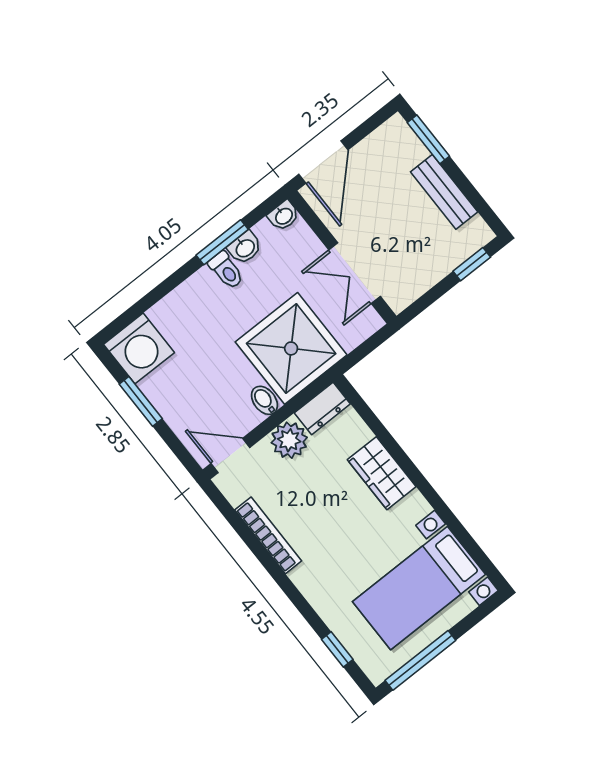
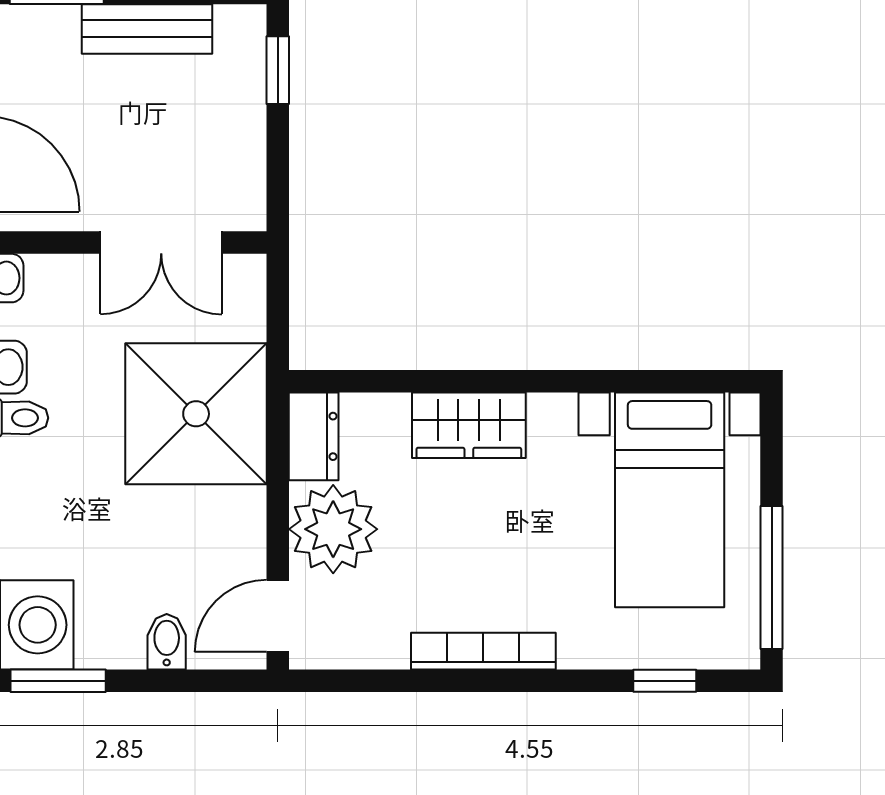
bidet: (264, 400) -> (167, 642), moved, turned 90
window: (141, 401) -> (58, 681), moved
plant: (289, 440) -> (333, 529), width x1.36, depth x1.36
bookcase: (268, 535) -> (483, 651), moved

